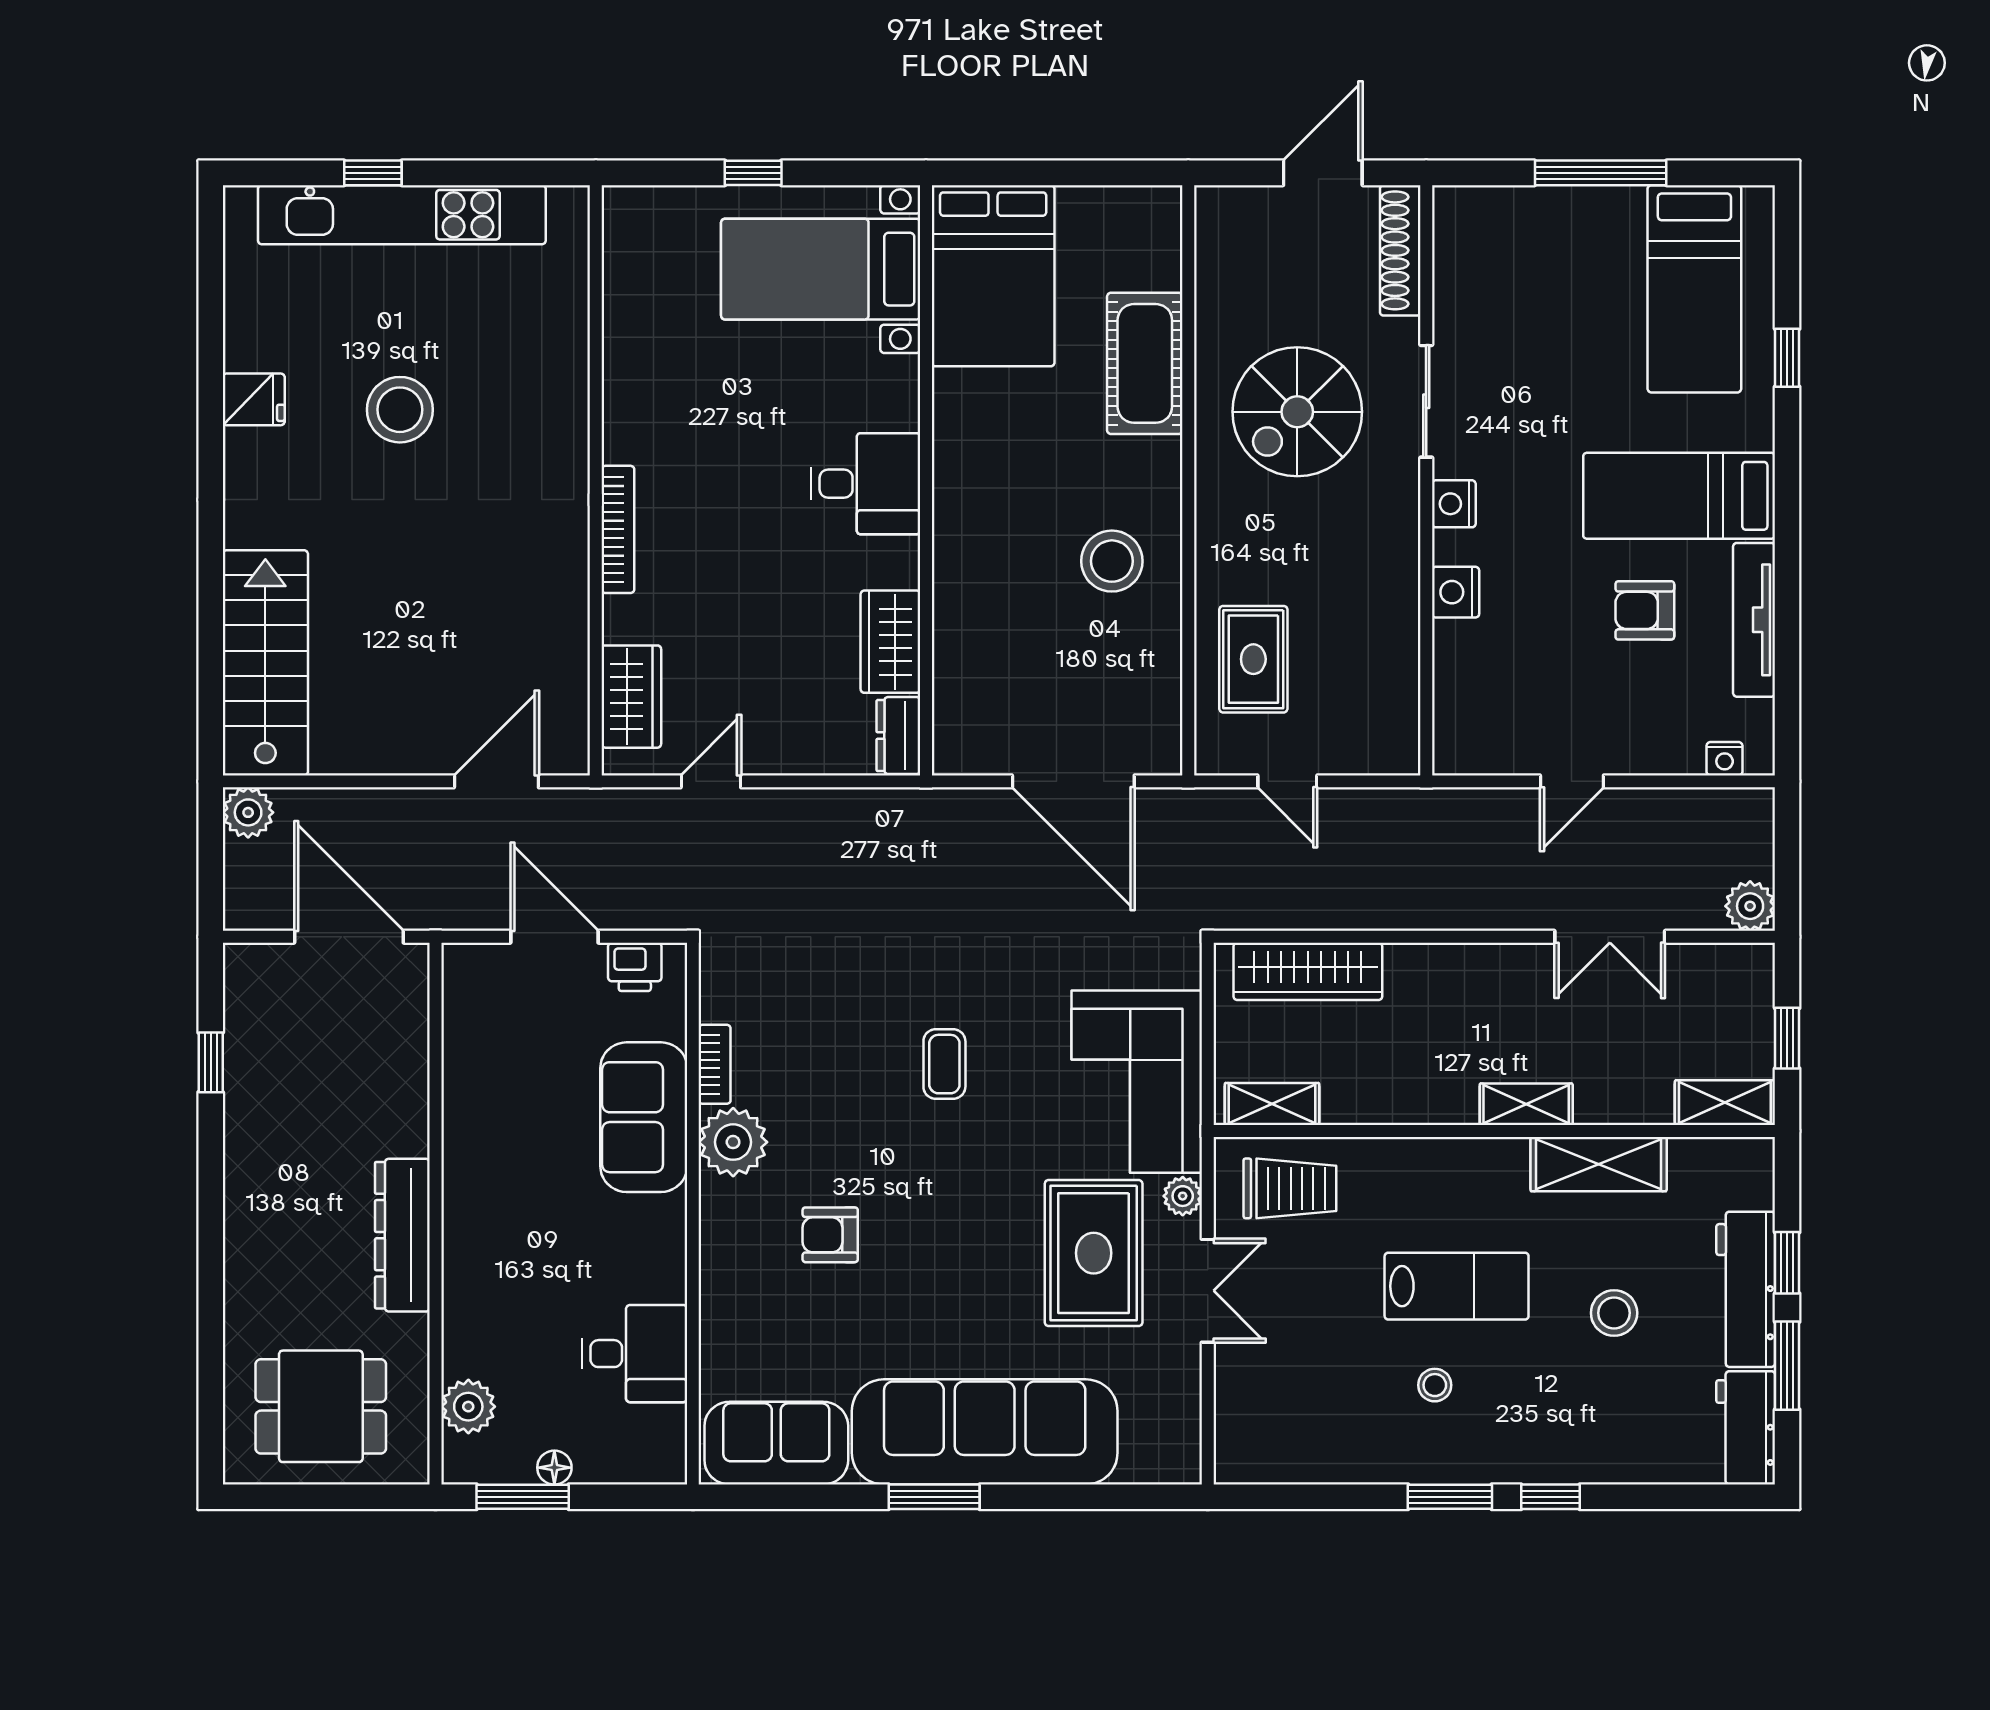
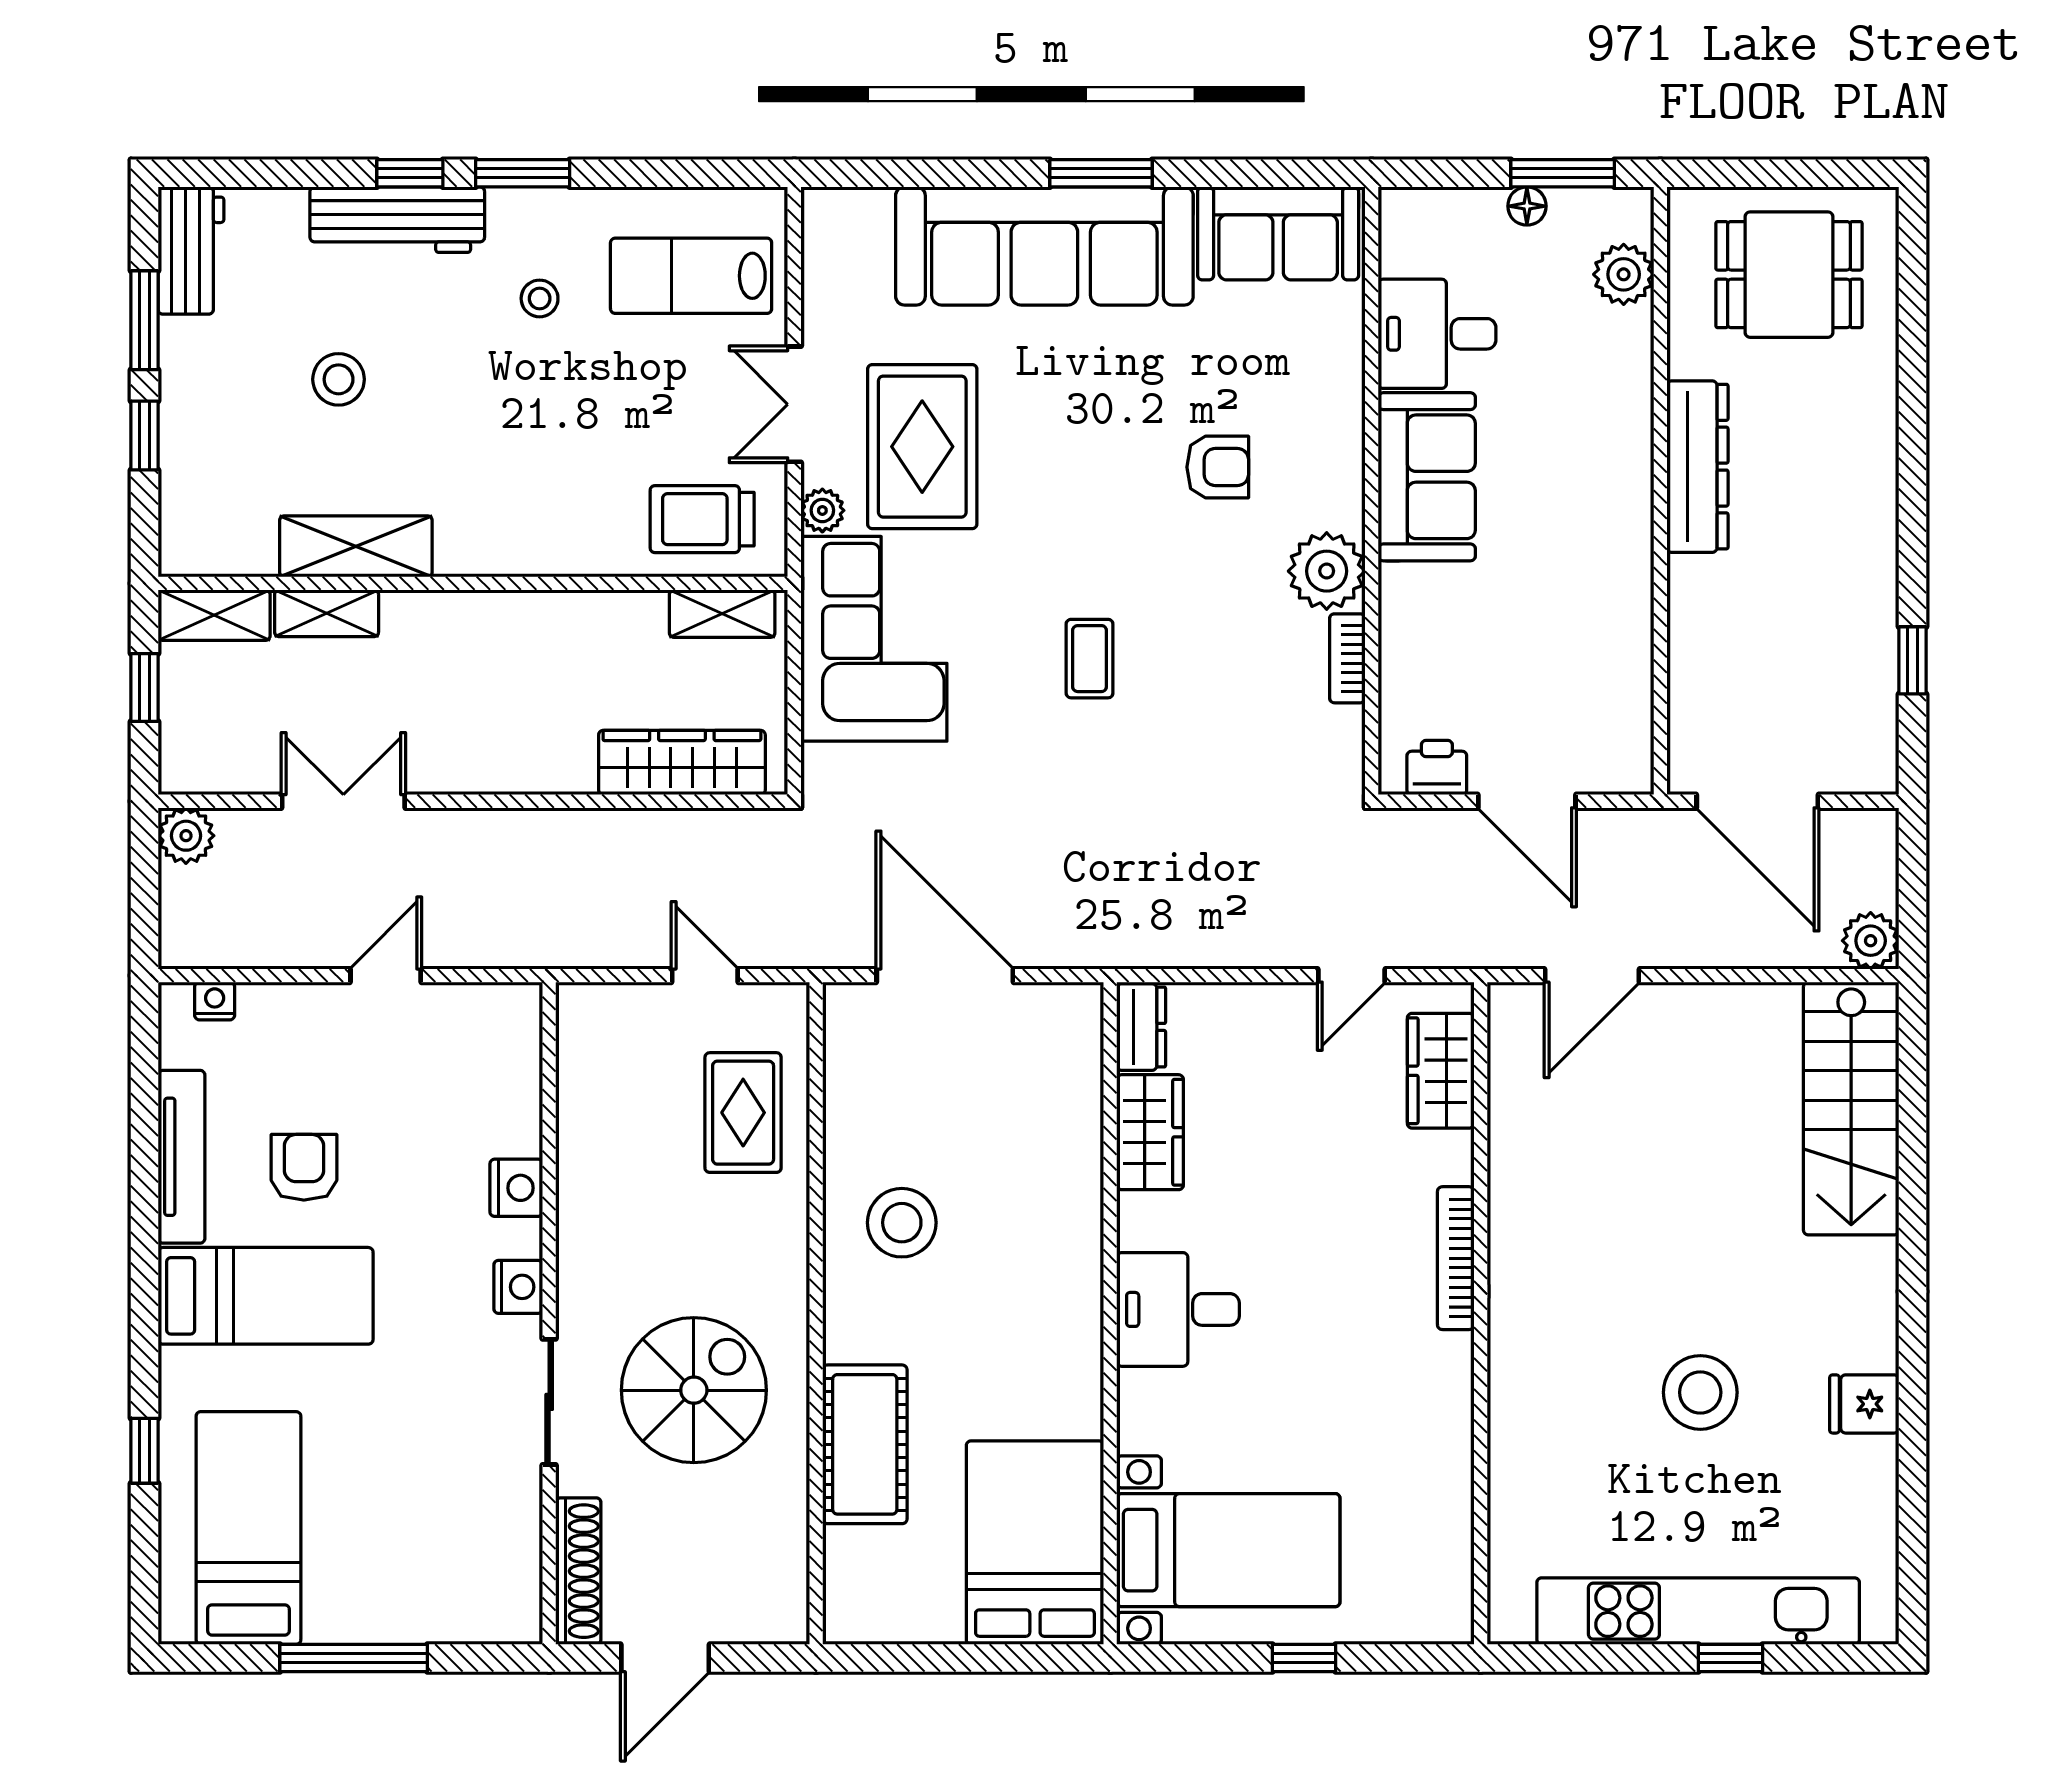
armchair: (1645, 610) -> (304, 1167), turned -90
shelving: (1526, 1104) -> (327, 613), moved
sofa: (644, 1117) -> (1427, 477), moved
lab bench: (1457, 1286) -> (691, 276), moved
workbench: (1746, 1289) -> (397, 220), moved, turned 90

